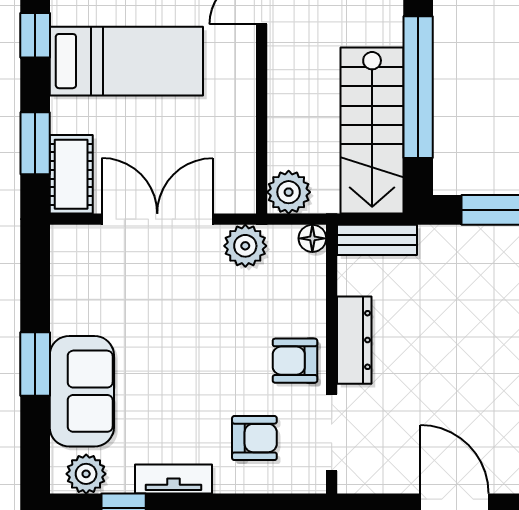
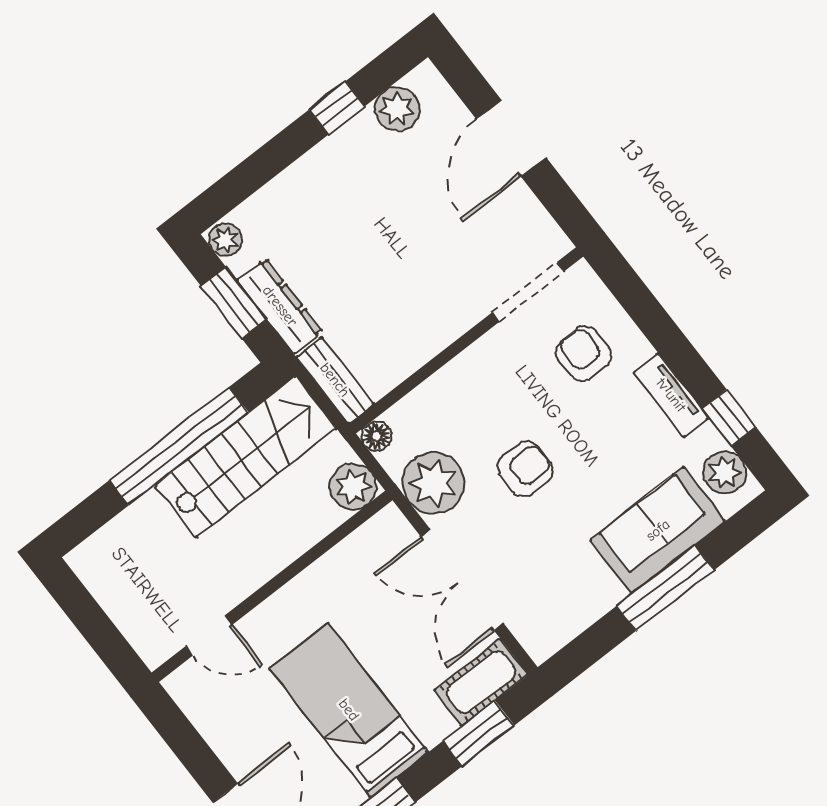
plant: (245, 246) -> (433, 483), width x1.36, depth x1.36
dresser: (354, 340) -> (280, 306), moved, turned 90
armchair: (295, 361) -> (525, 469), moved, turned -90
window: (35, 364) -> (665, 588), width x1.44

